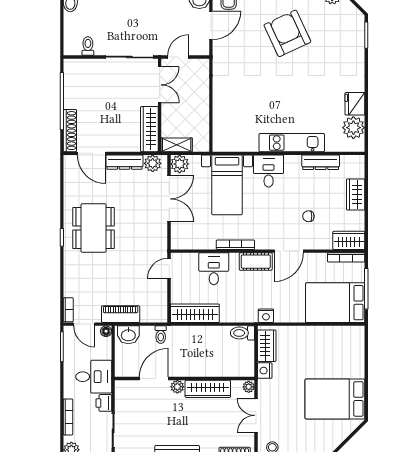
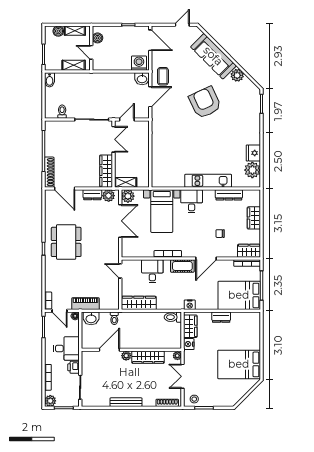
dresser: (124, 162) -> (92, 195), width x0.70
door: (169, 268) -> (120, 271), hinge flipped
dresser: (310, 333) -> (221, 317), added

